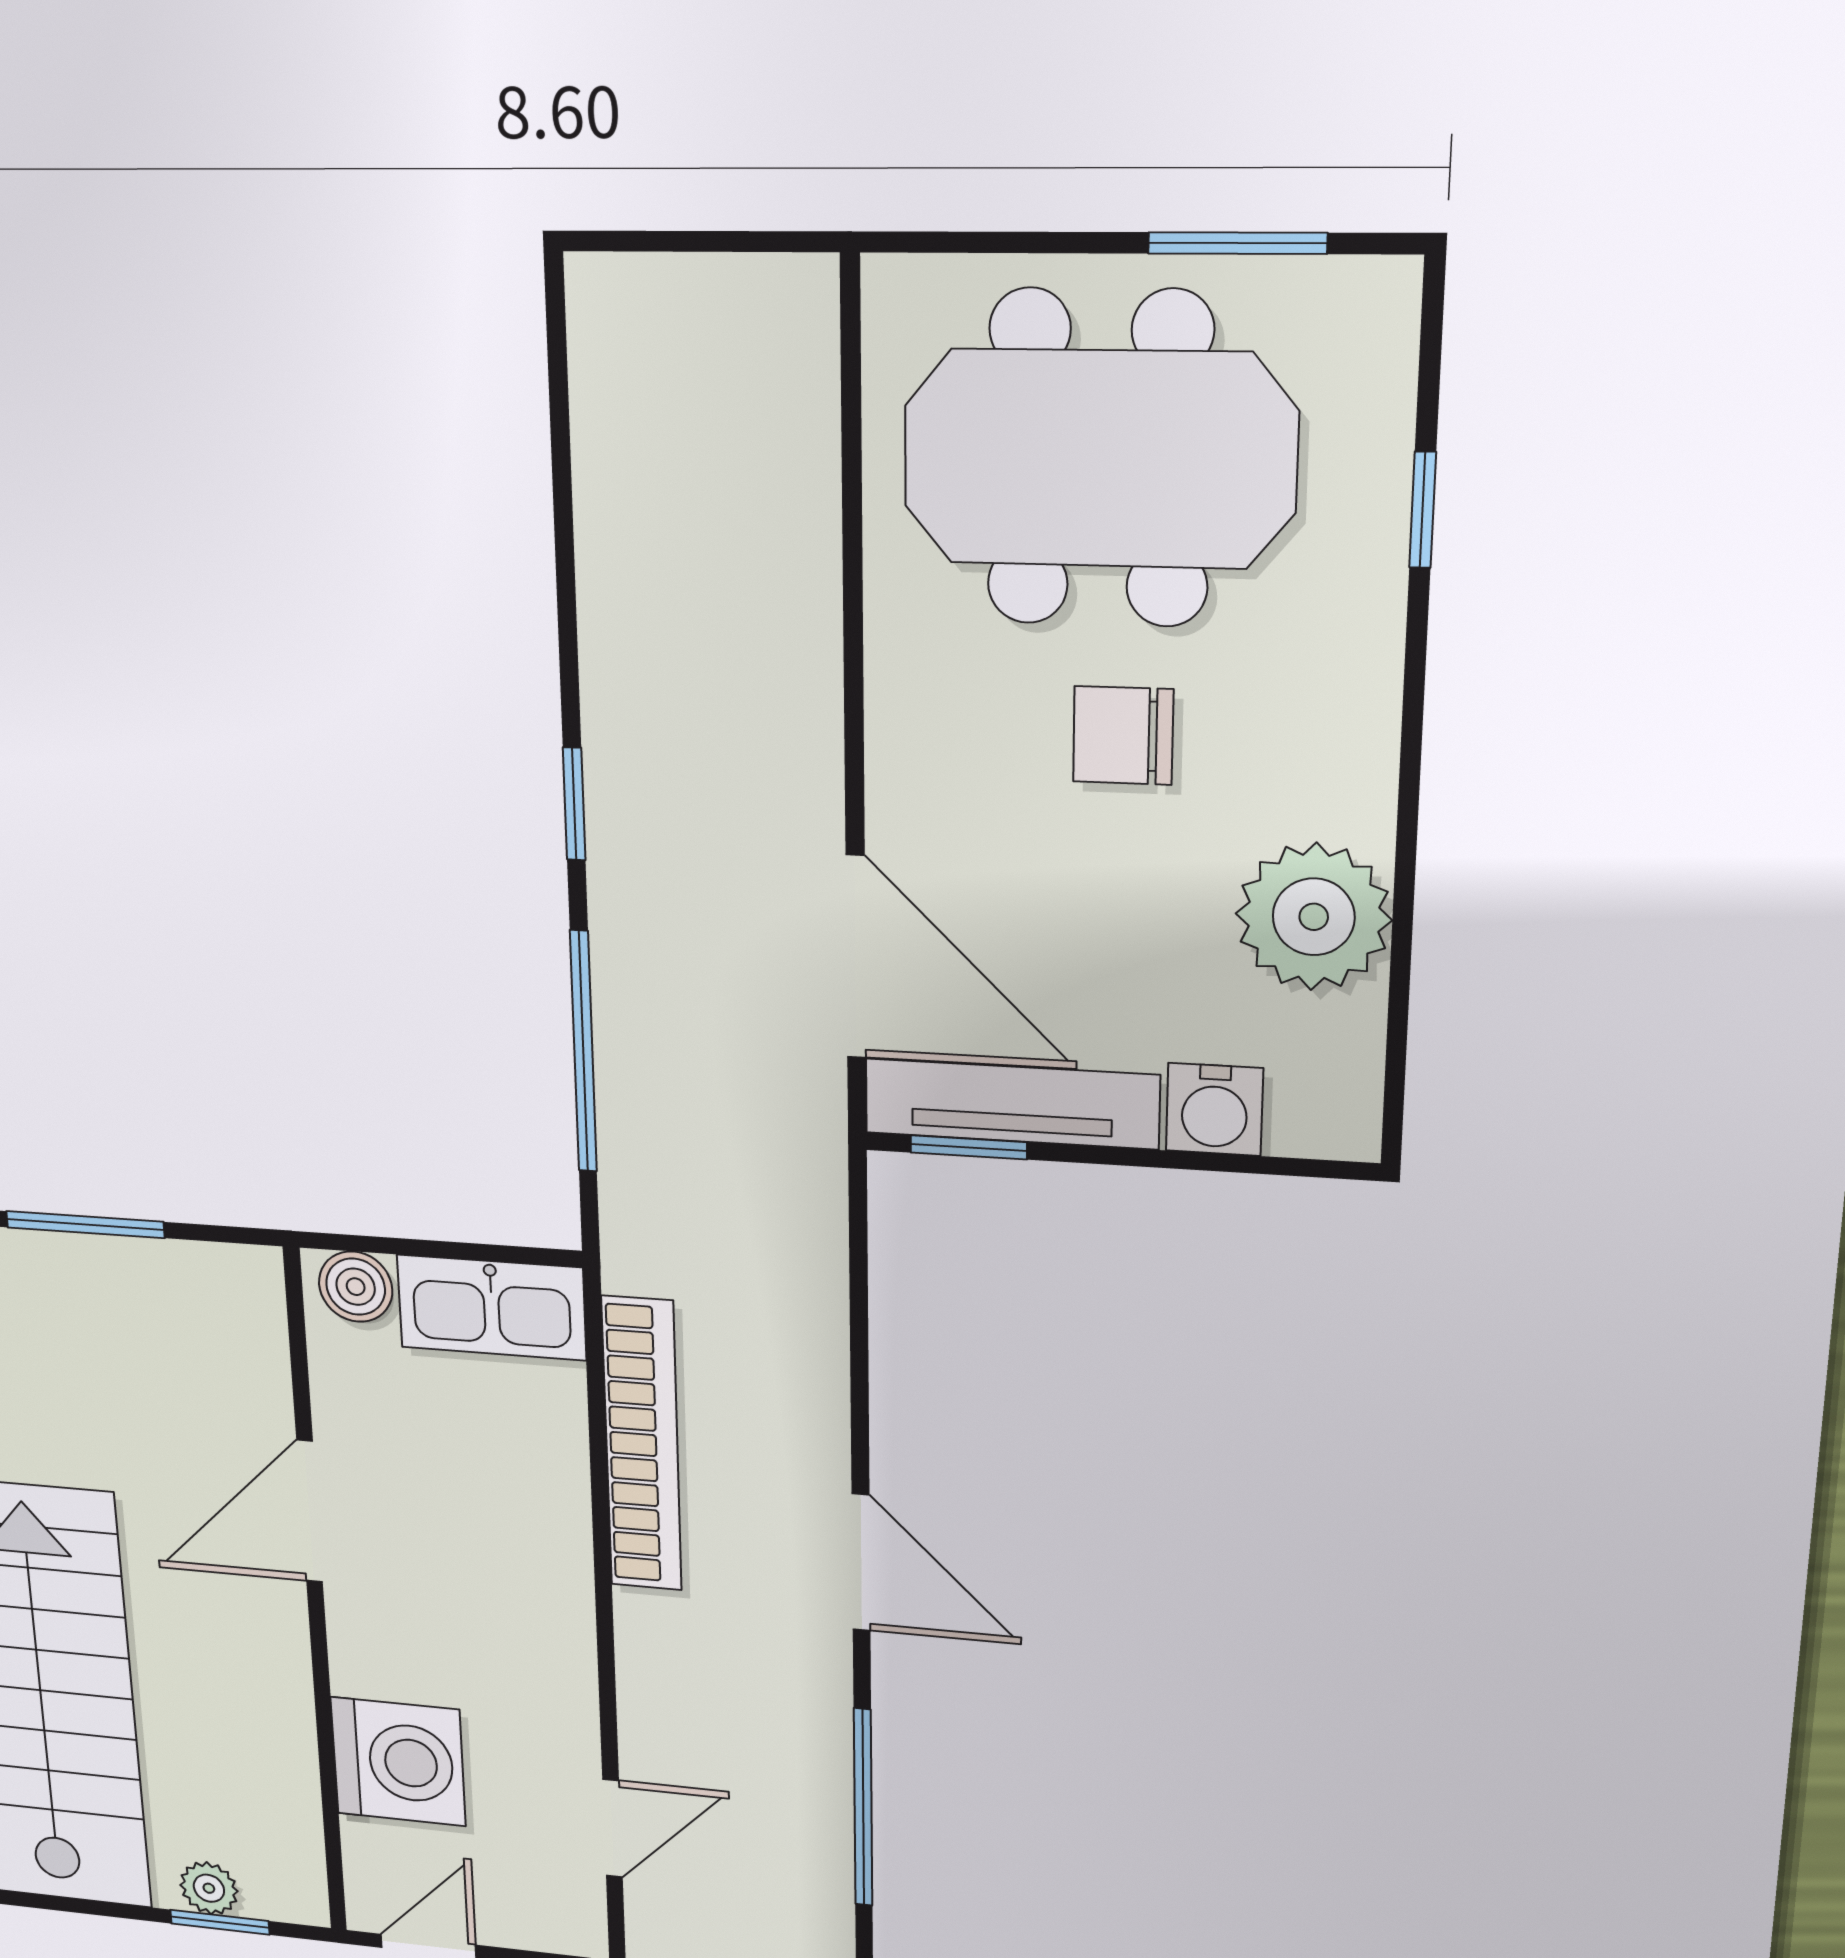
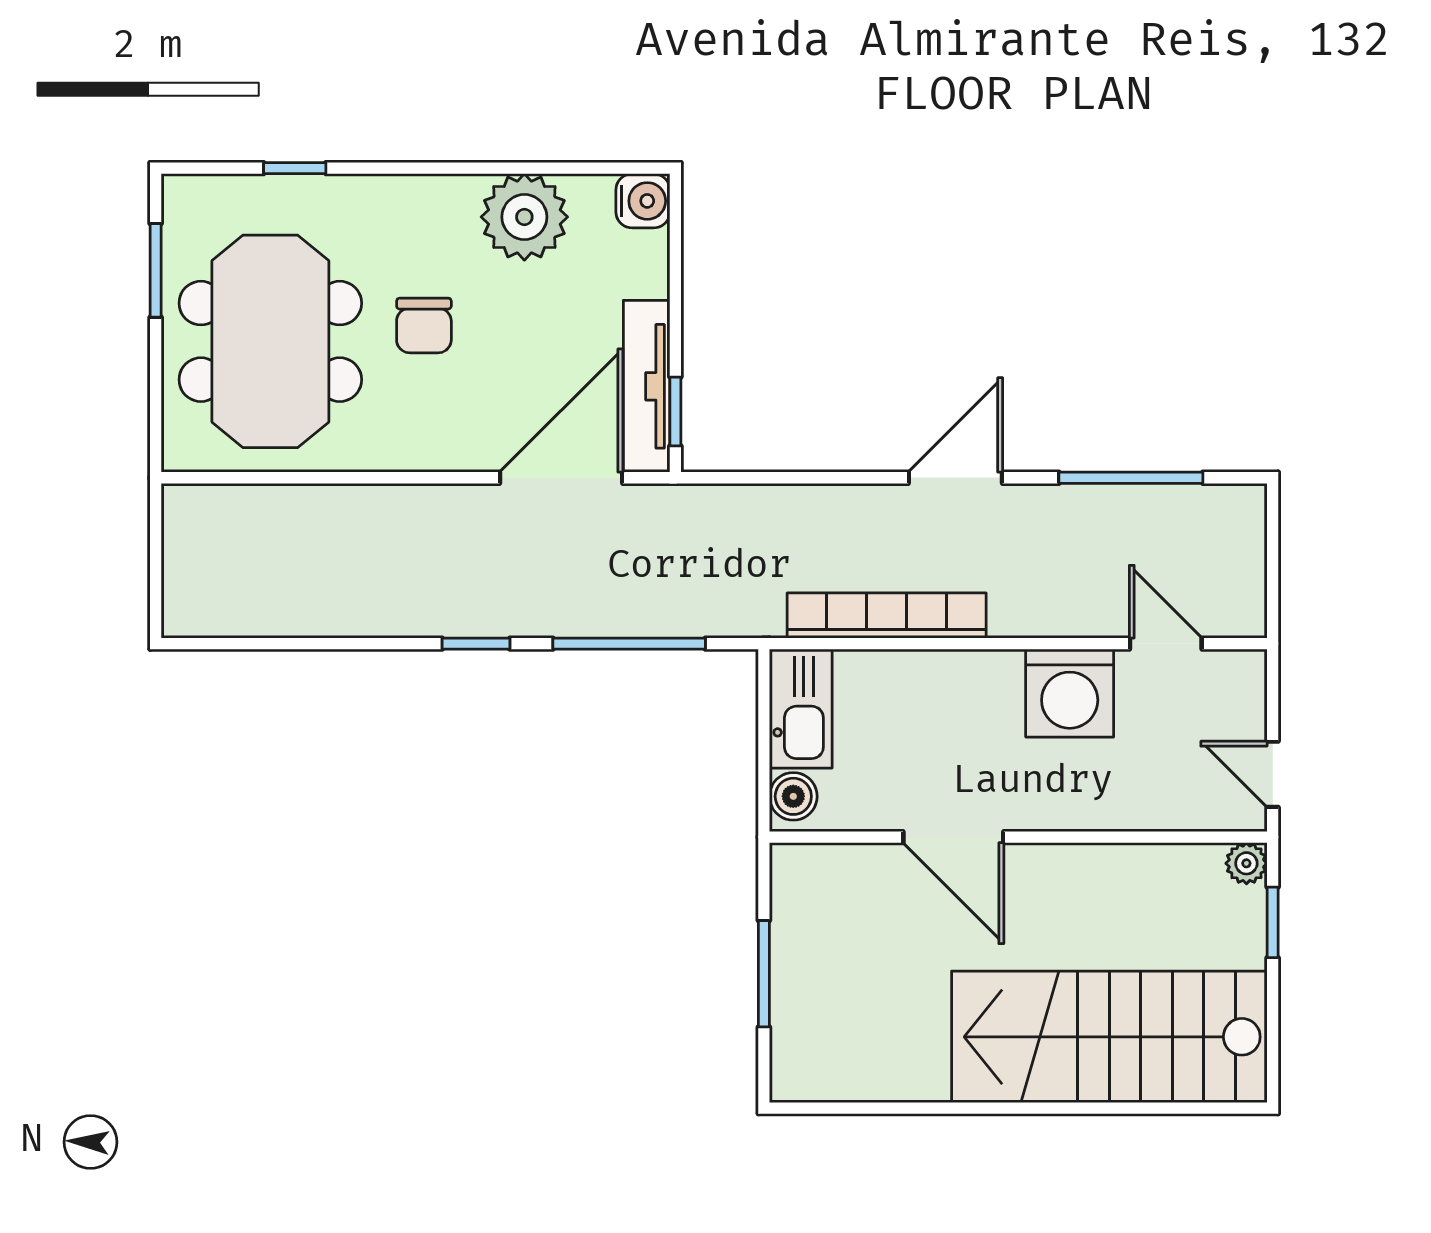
water cooler: (1214, 1109) -> (643, 201), moved
washing machine: (398, 1762) -> (1070, 693), moved, turned 180
plant: (209, 1888) -> (1246, 863), moved

